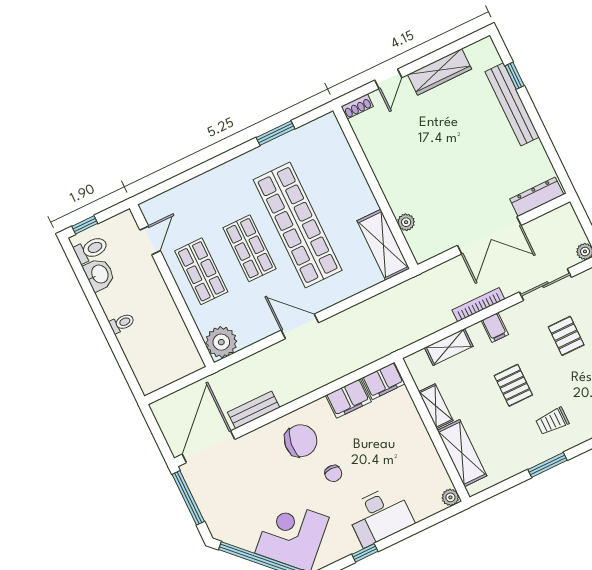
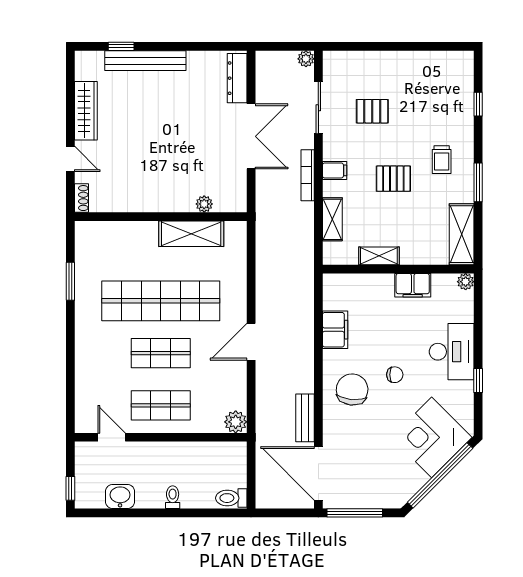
shelving: (383, 245) -> (191, 234), moved
toilet: (91, 249) -> (231, 498), moved, turned -90
plant: (221, 342) -> (236, 422), width x0.73, depth x0.73
filing cabinet: (383, 381) -> (413, 285), moved, turned 90
shelving: (462, 453) -> (462, 234), moved, turned 90

